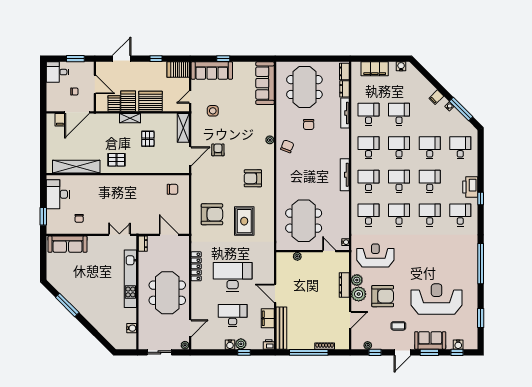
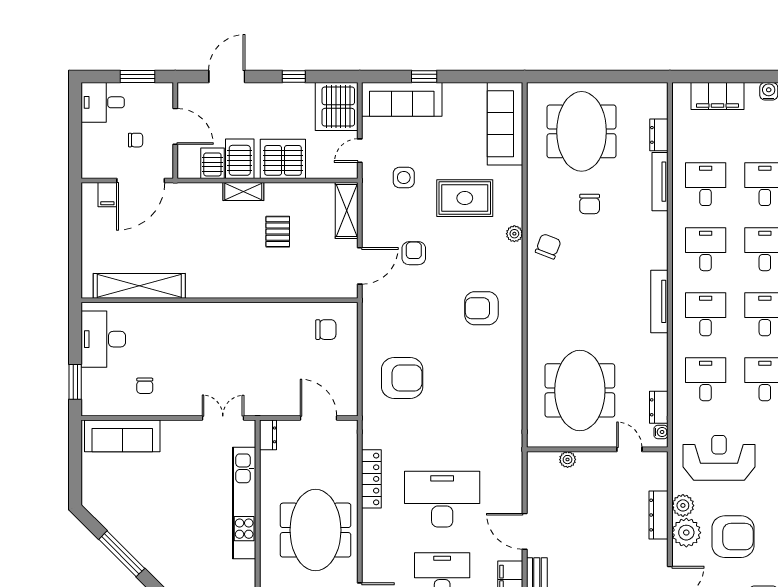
server rack: (178, 70) -> (337, 107), width x1.60
dresser: (344, 71) -> (659, 407), moved
pallet: (117, 160) -> (217, 272), removed
rug: (244, 221) -> (465, 198), moved, turned 90

